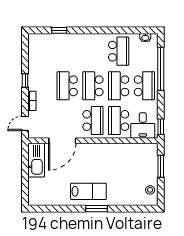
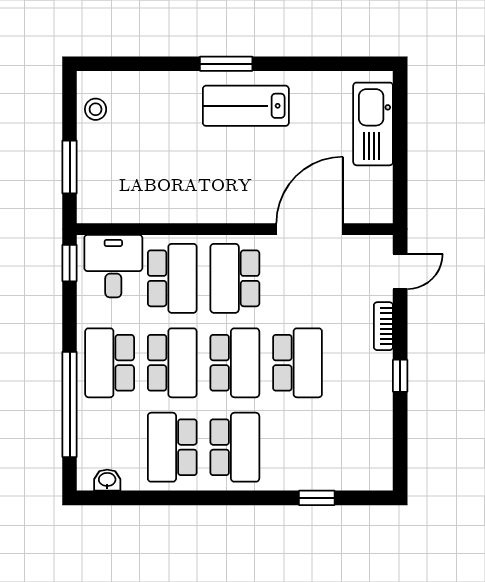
school desk: (93, 51) -> (235, 447), added
kitchen sink: (36, 160) -> (373, 124), moved

